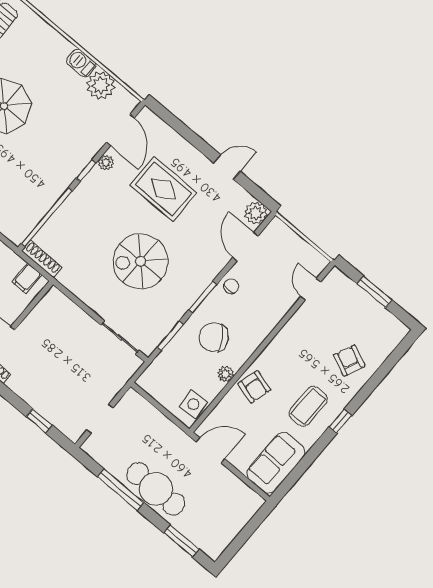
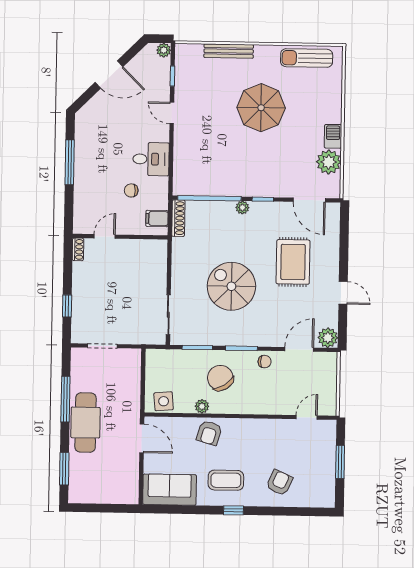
door: (120, 130) -> (309, 200), hinge flipped
plant: (106, 163) -> (242, 208), moved

